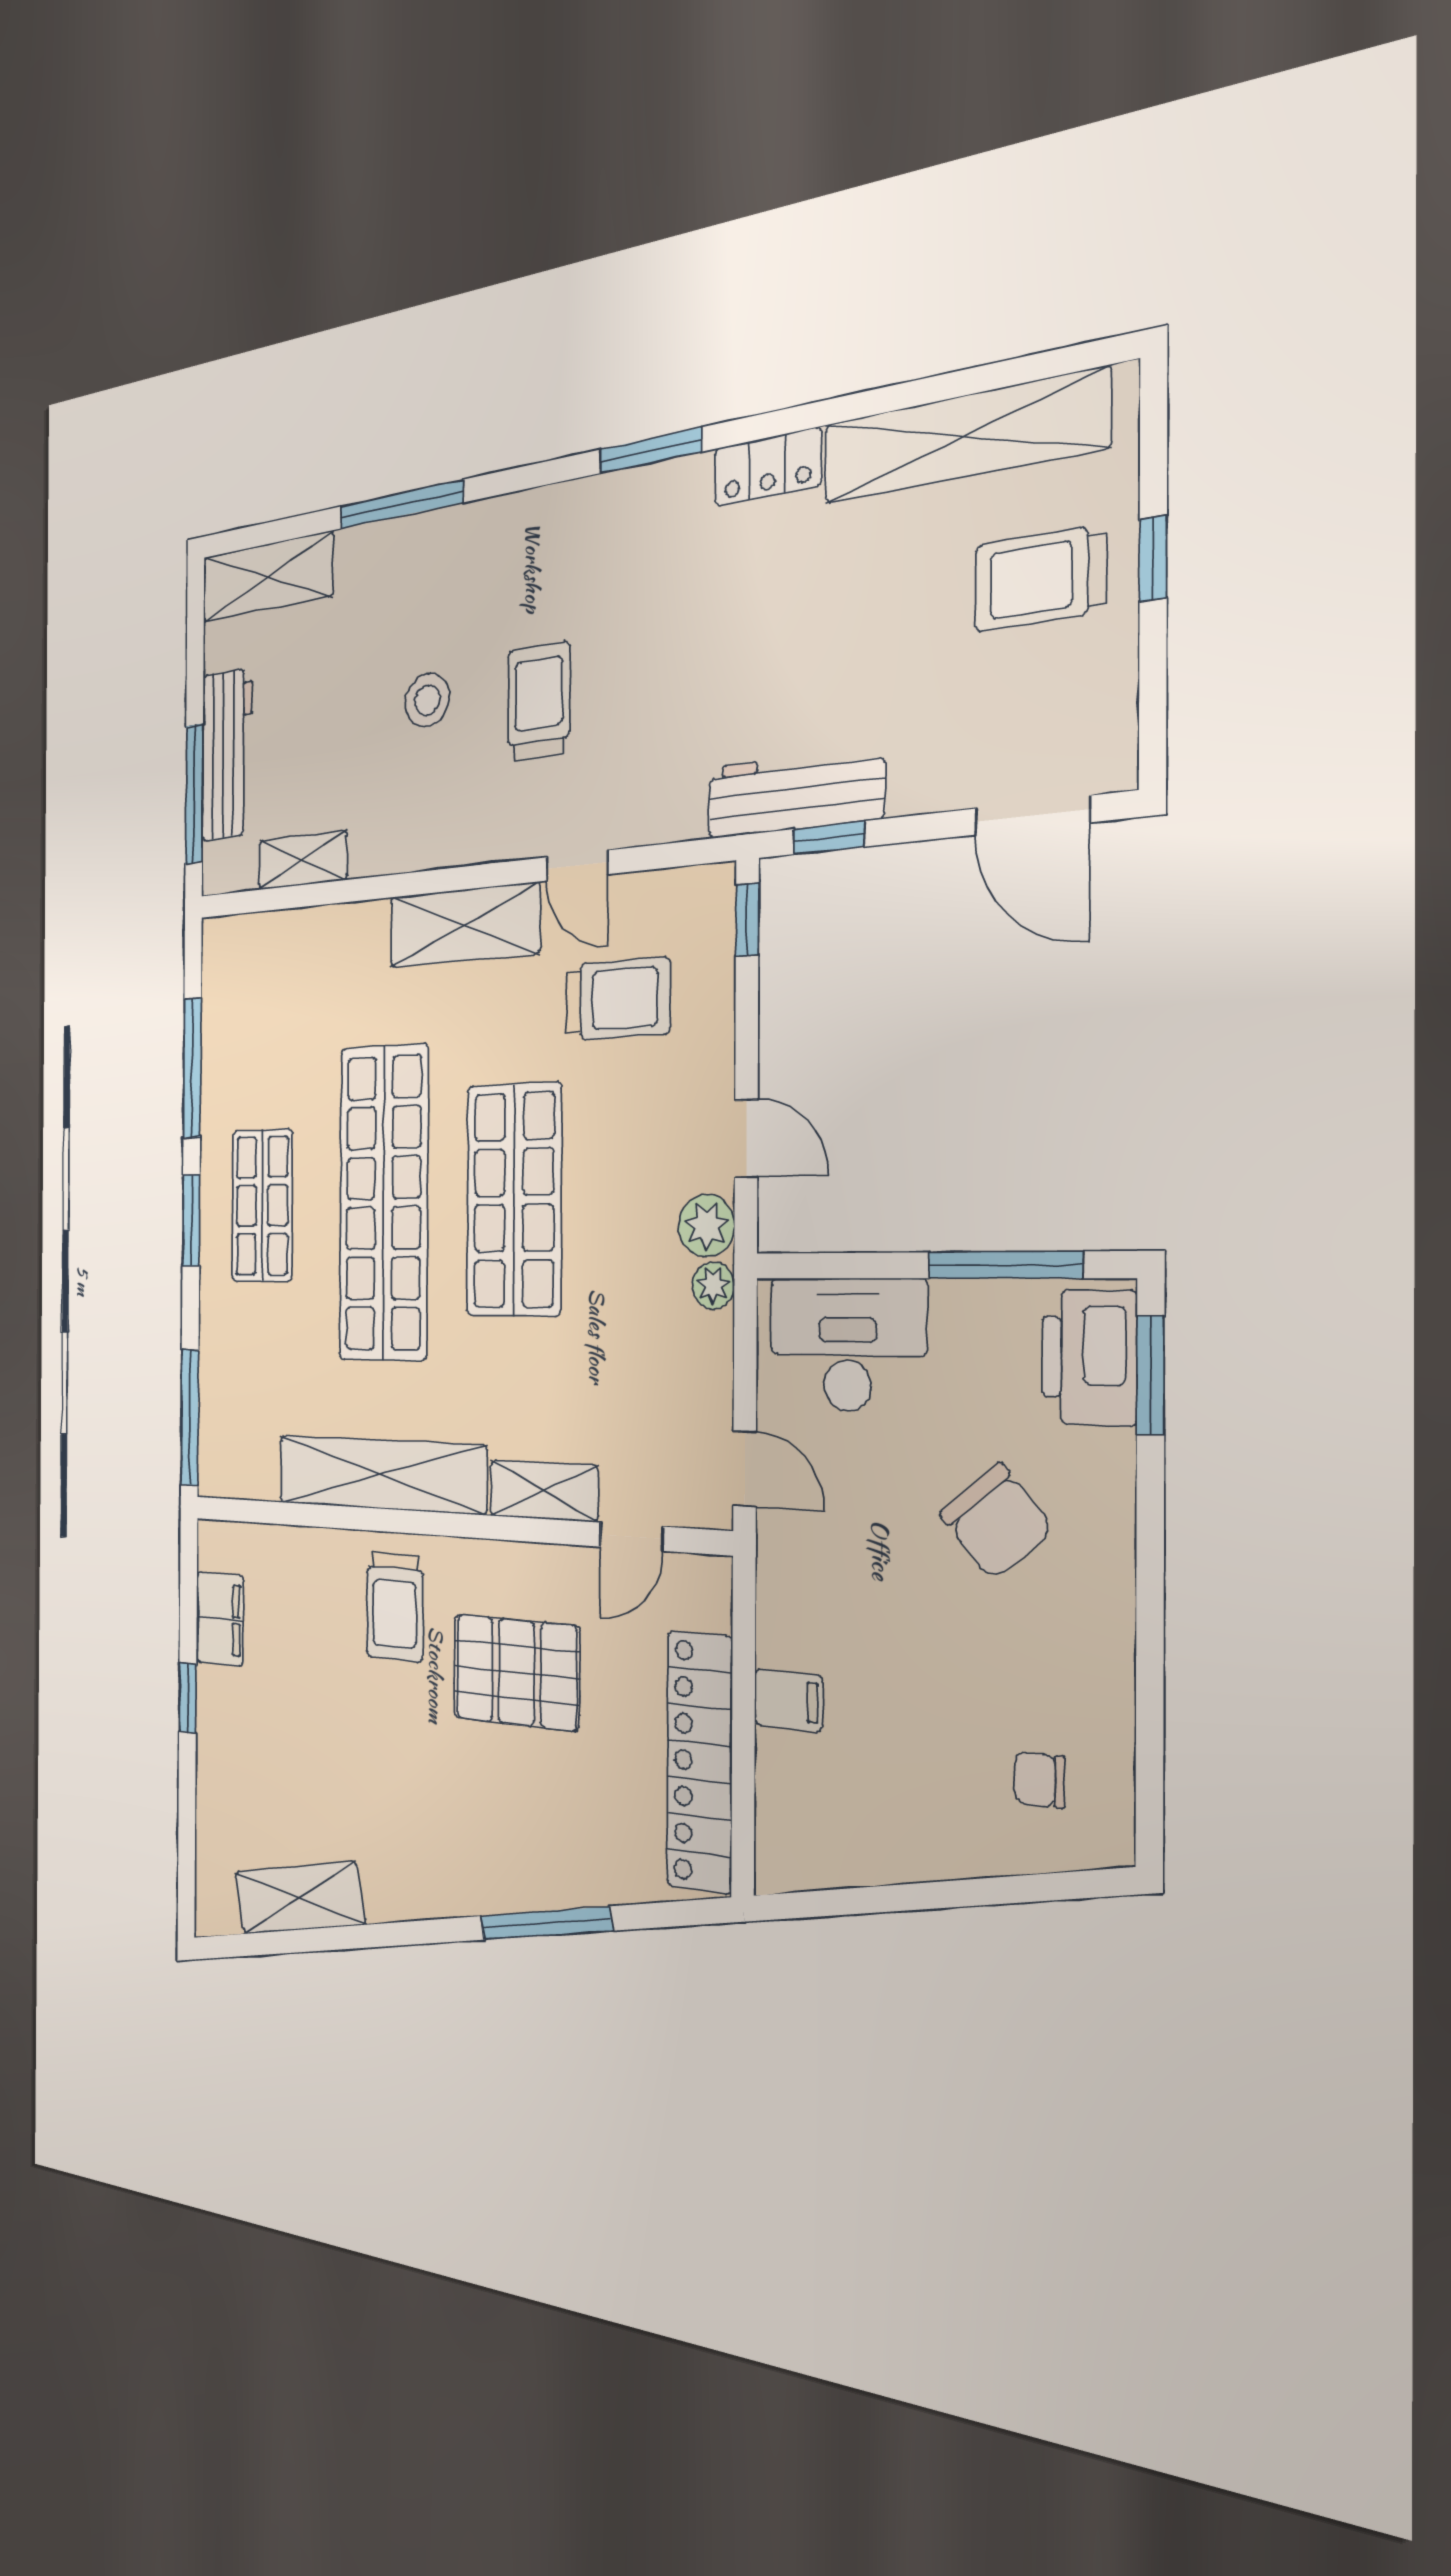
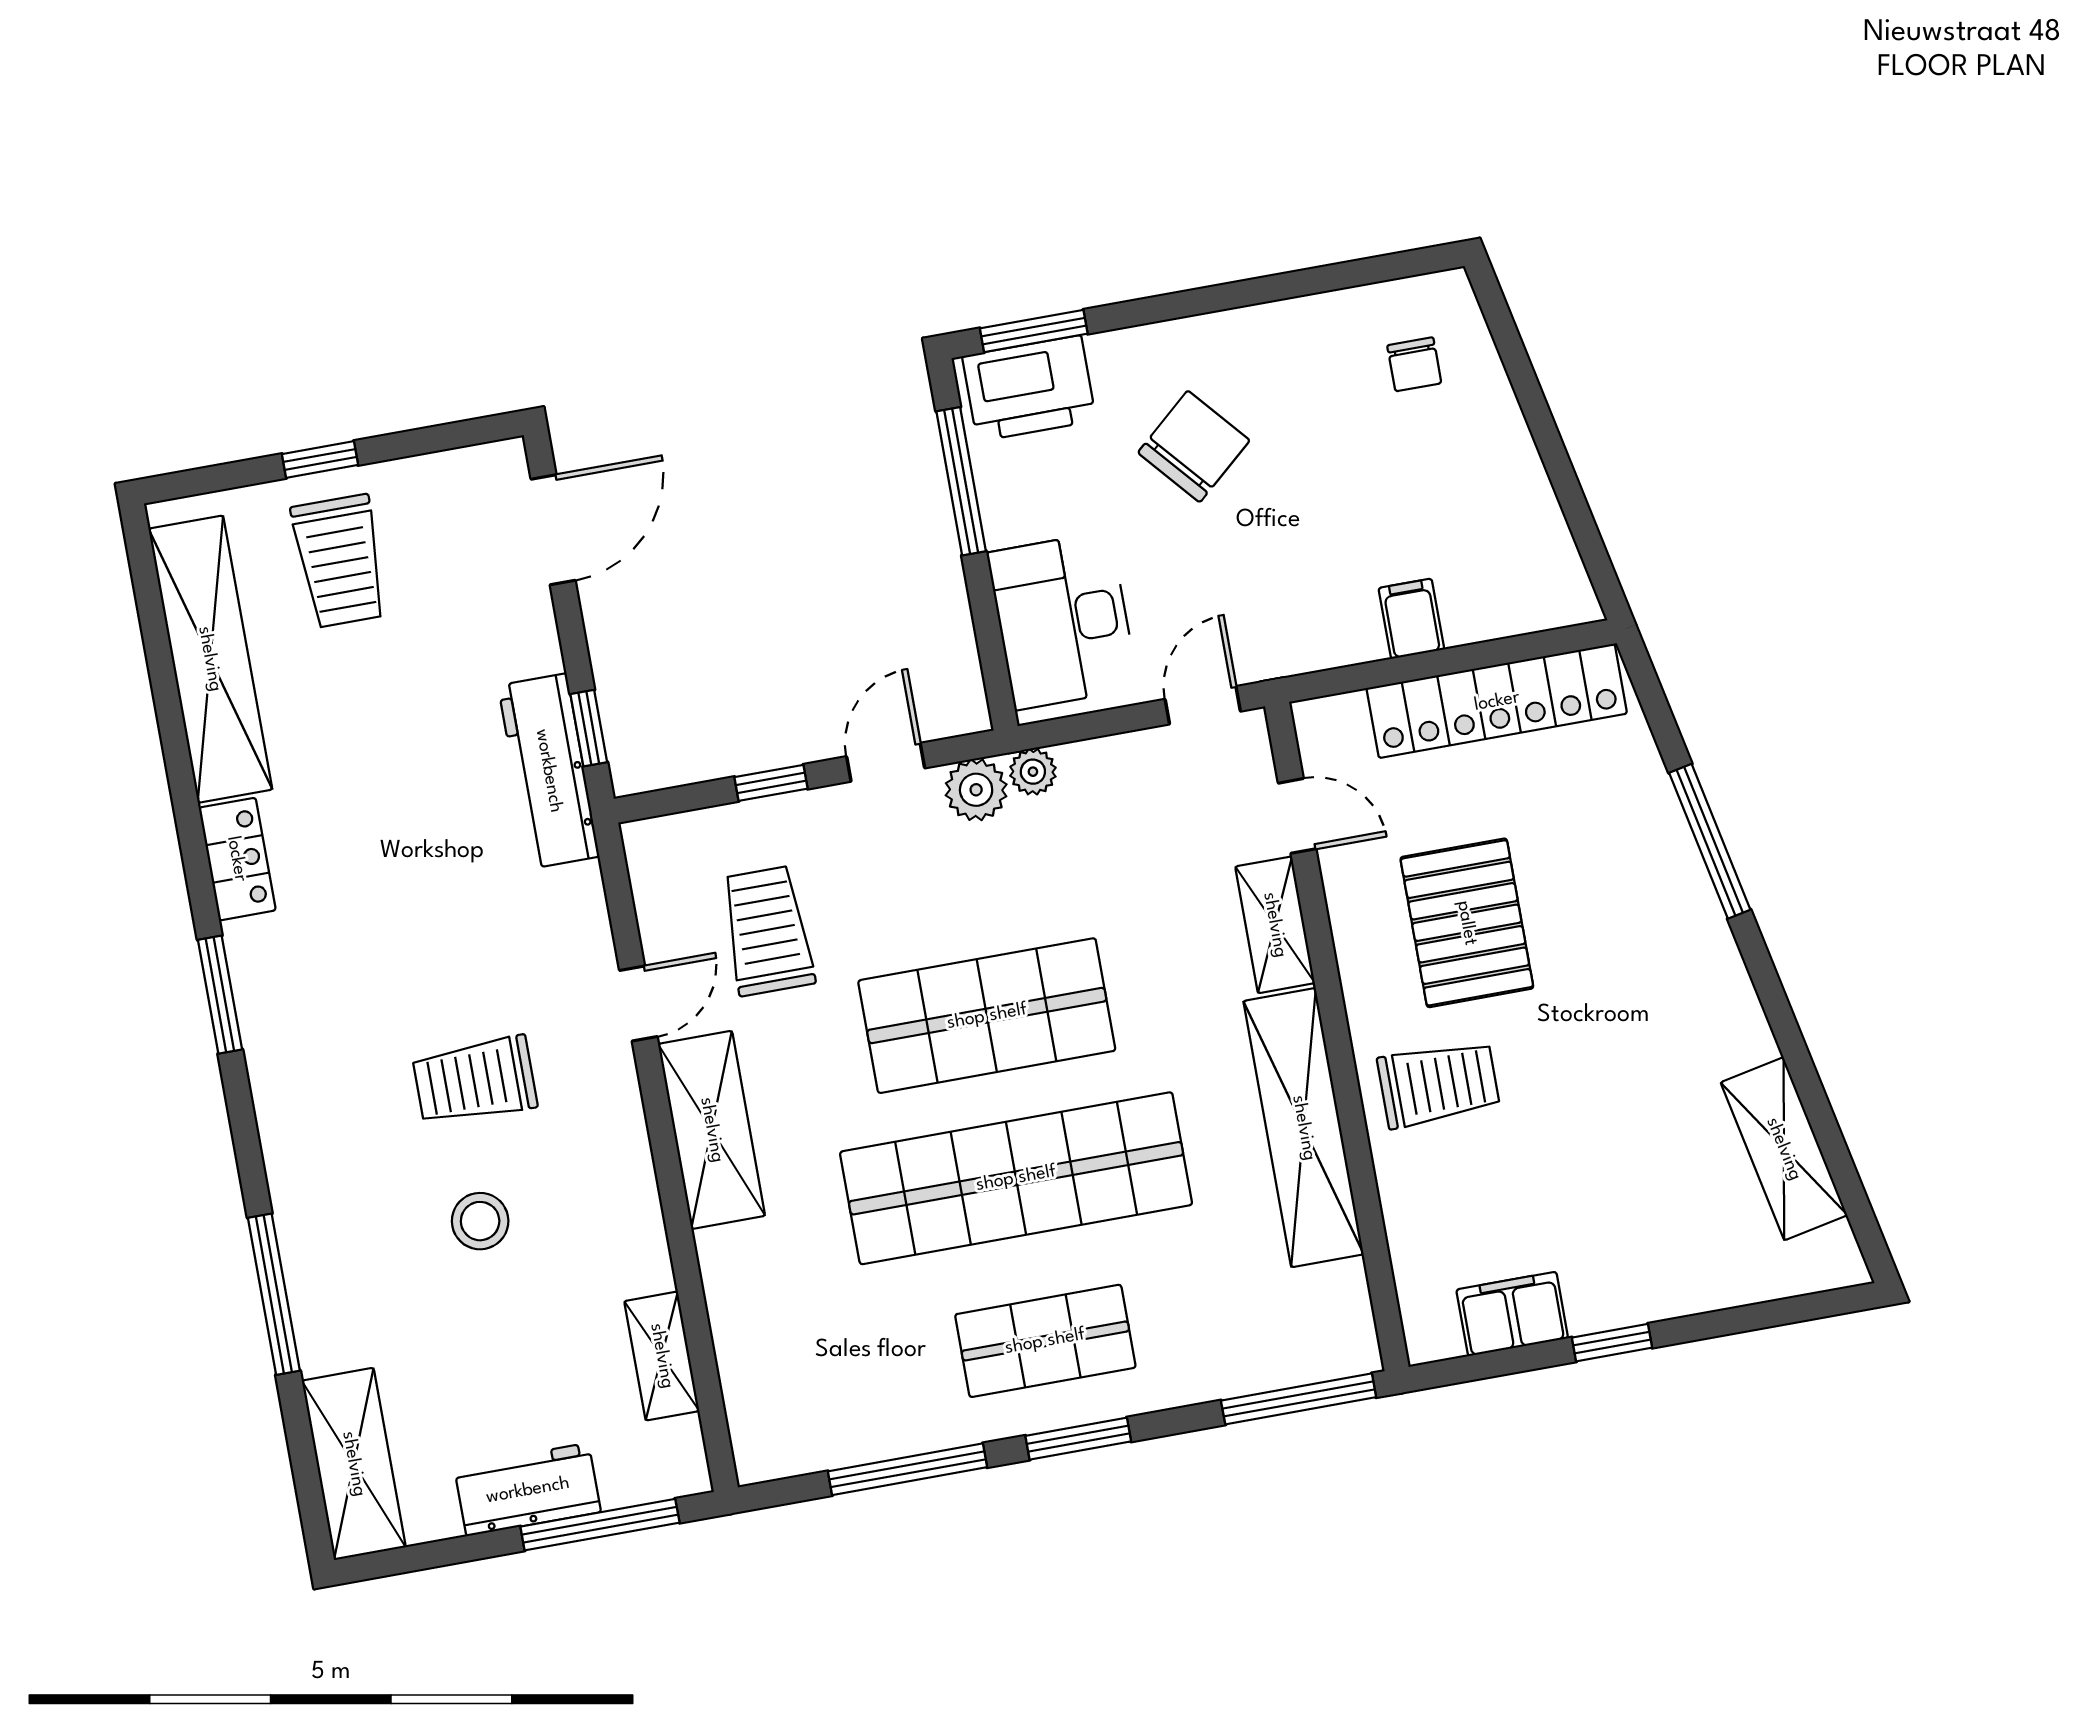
workbench: (227, 754) -> (528, 1490), width x0.73
window: (747, 919) -> (771, 783), moved

